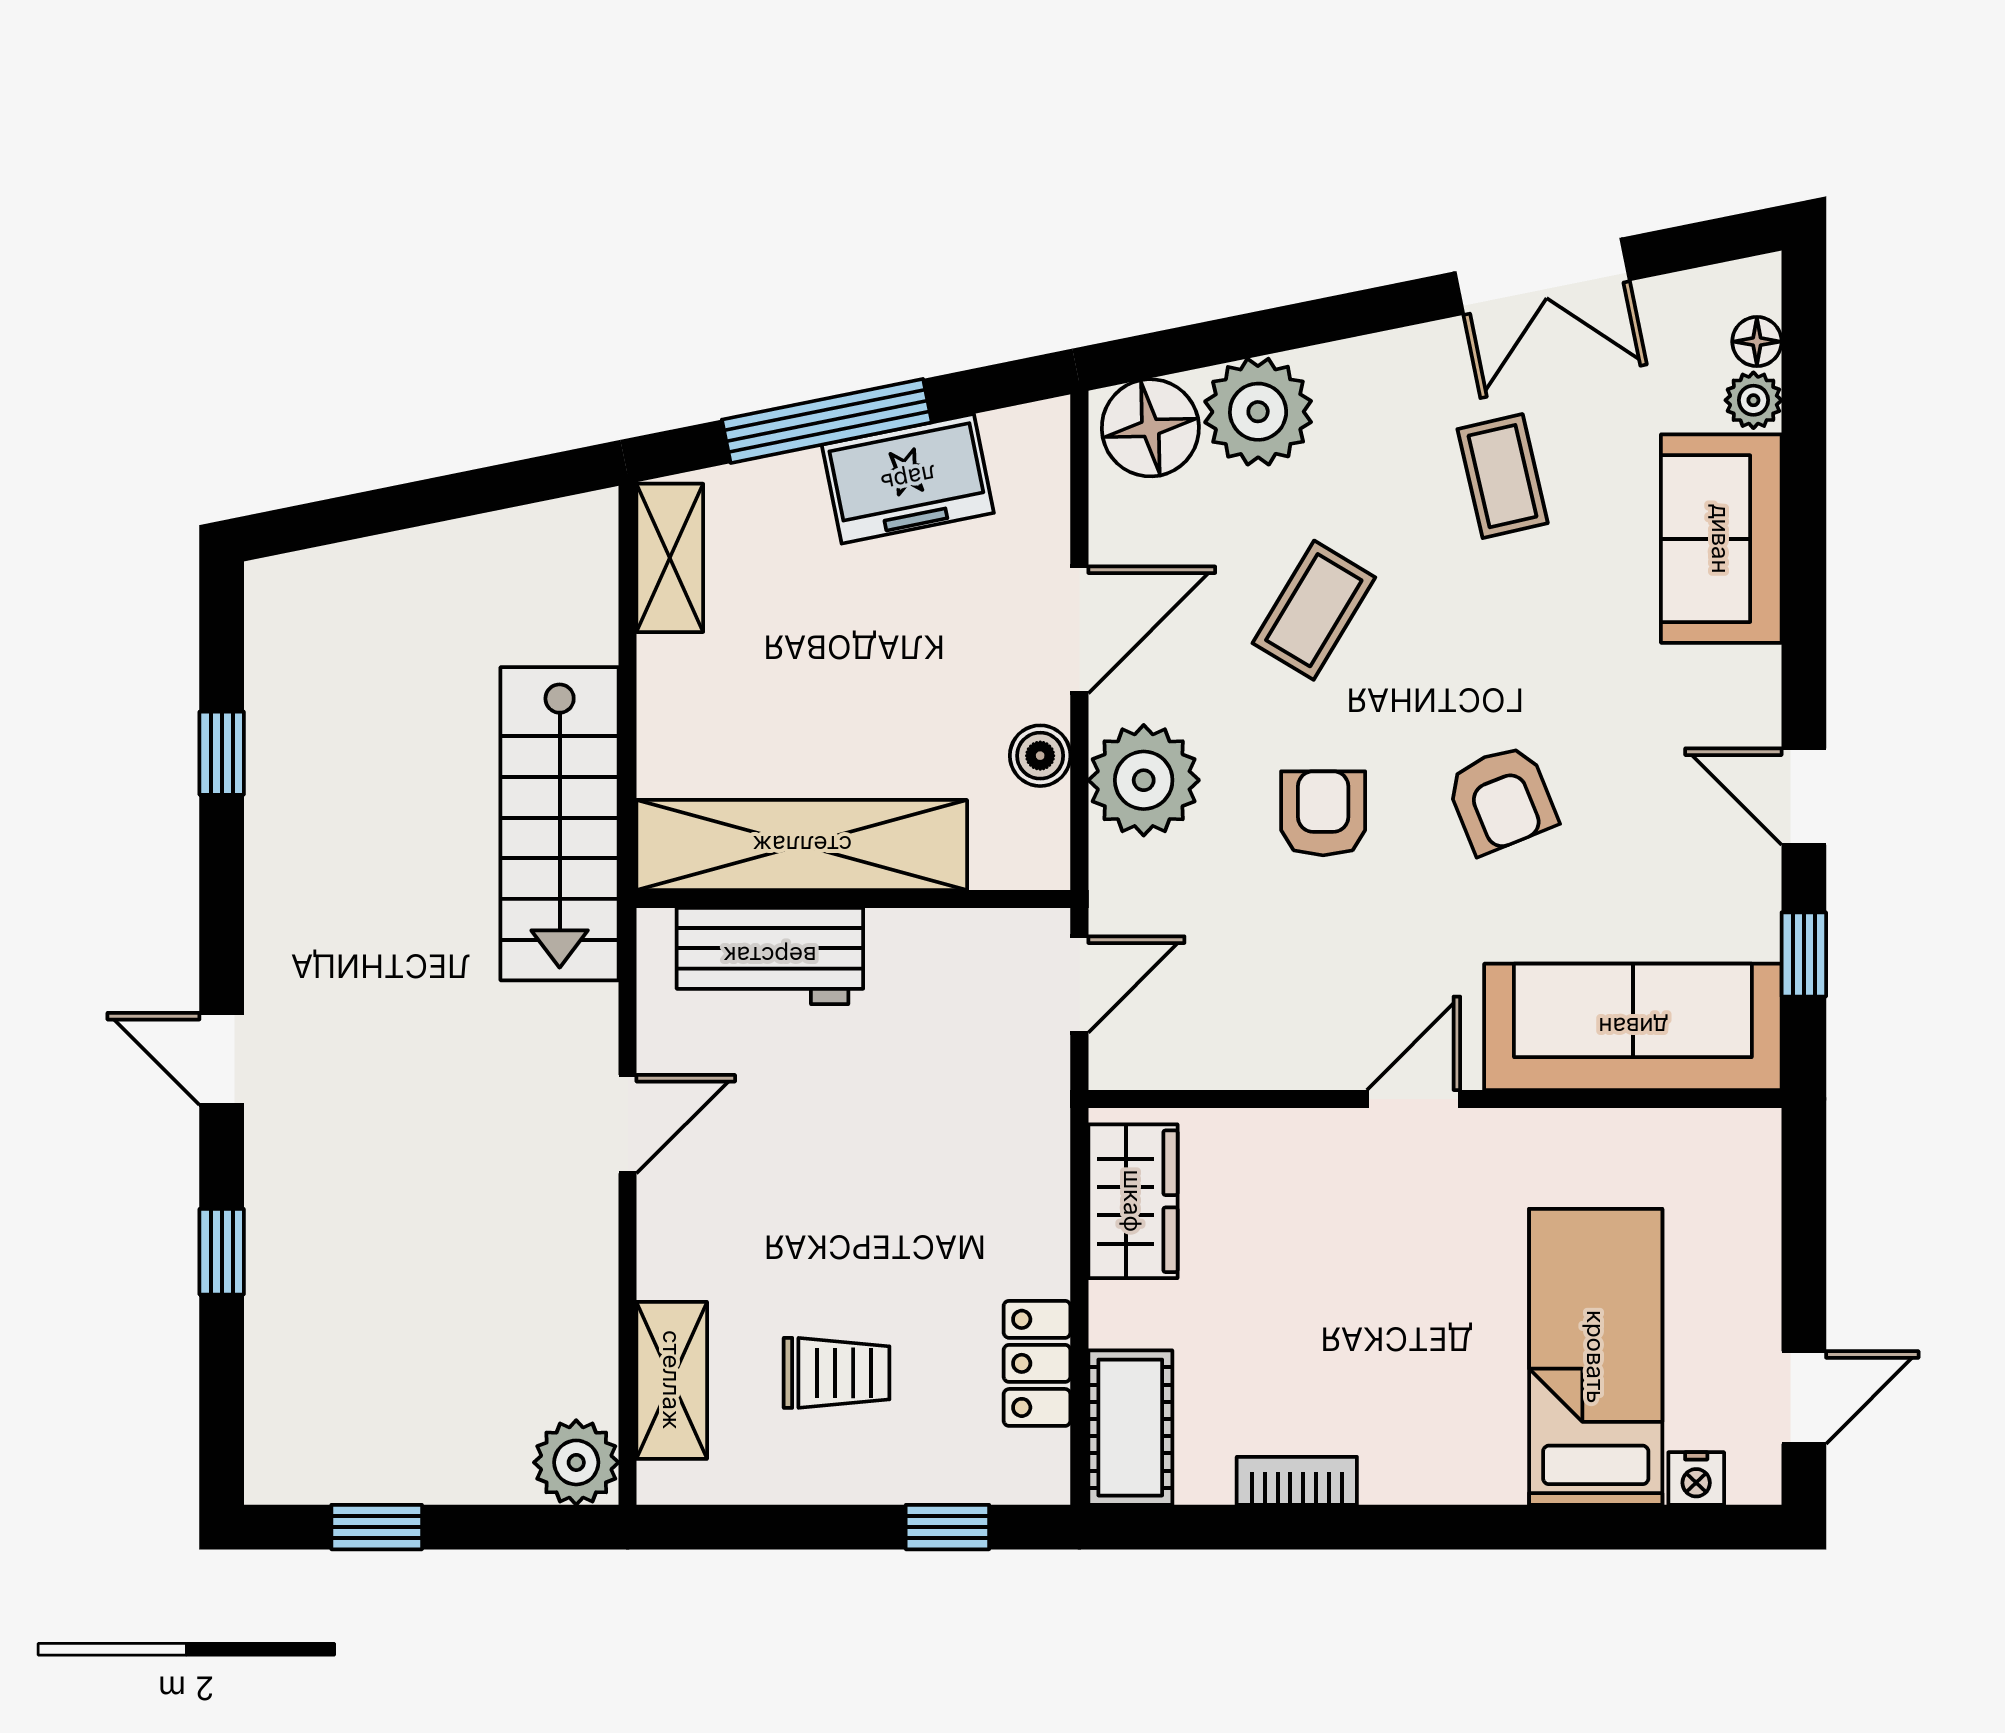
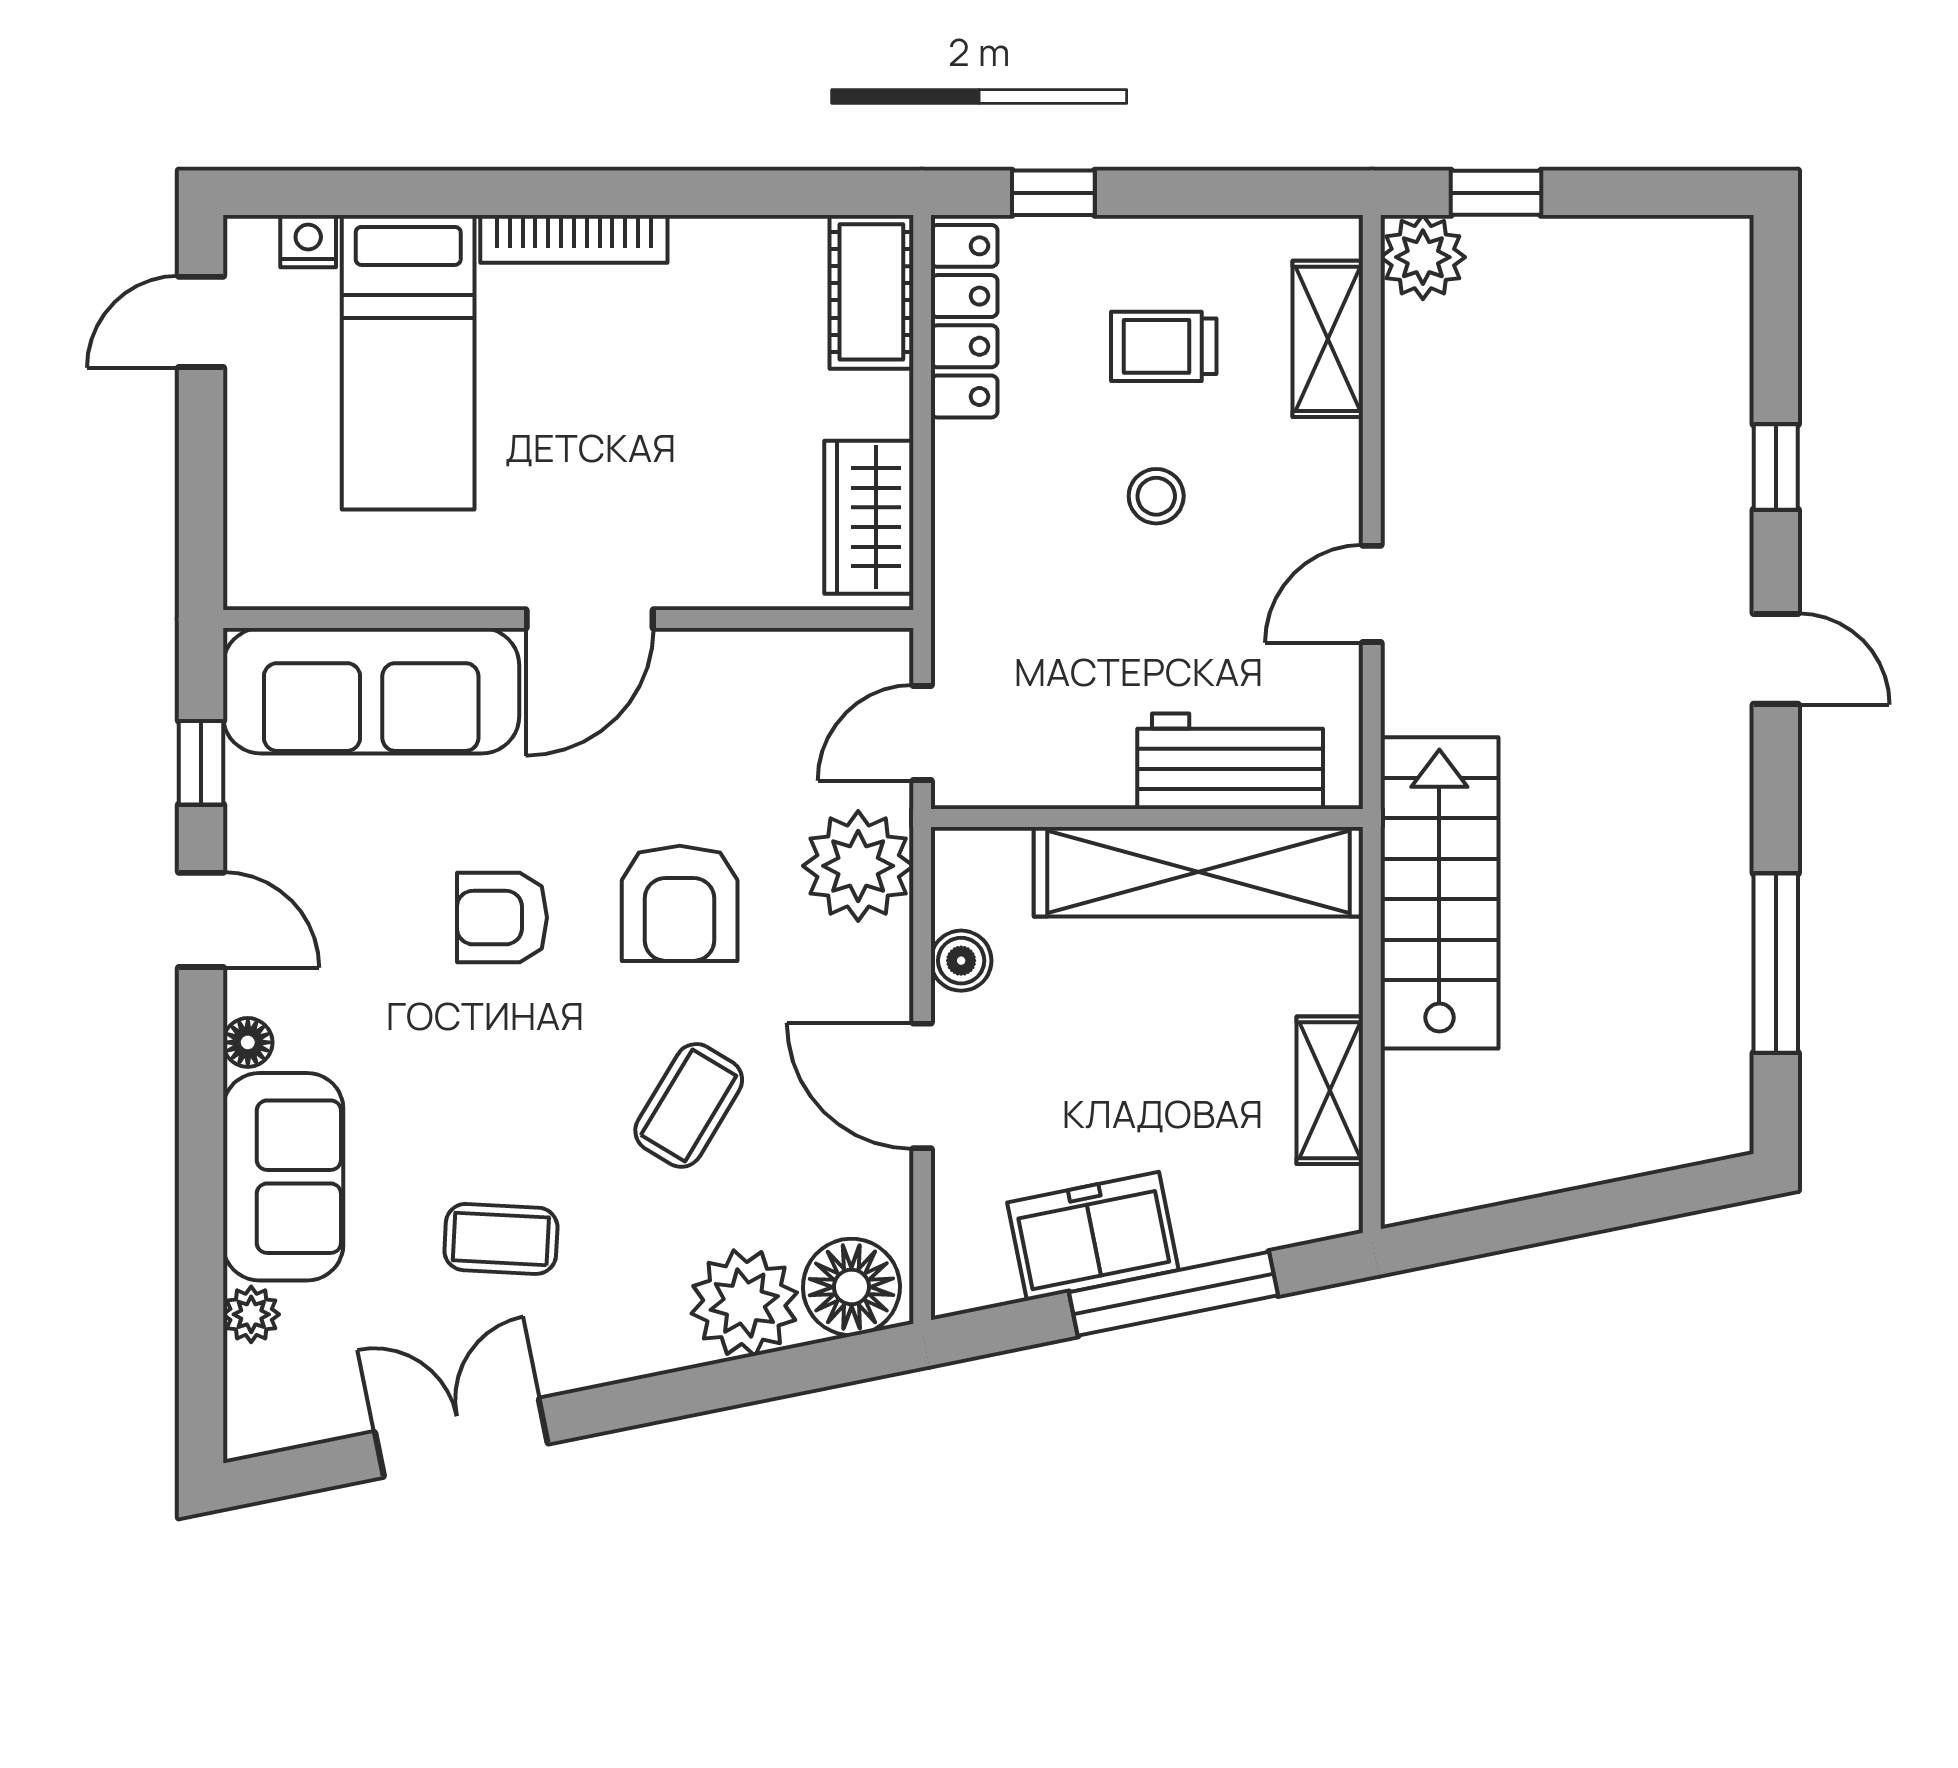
floor lamp: (1757, 342) -> (248, 1042), moved
coffee table: (1503, 476) -> (501, 1239), turned -74
shelving: (670, 558) -> (1330, 1090), moved
door: (1079, 630) -> (922, 1086), hinge flipped
window: (222, 753) -> (1776, 963), width x2.17
plant: (1144, 780) -> (858, 866), moved
armchair: (1501, 799) -> (502, 918), turned -68
armchair: (1323, 813) -> (680, 903), width x1.38, depth x1.38
door: (1413, 1099) -> (590, 619), width x1.38
stool: (844, 1222) -> (1156, 496), added
locker: (1037, 1363) -> (964, 321), width x1.53
bookcase: (1297, 1481) -> (574, 239), moved, width x1.56
window: (377, 1527) -> (1496, 193), moved

